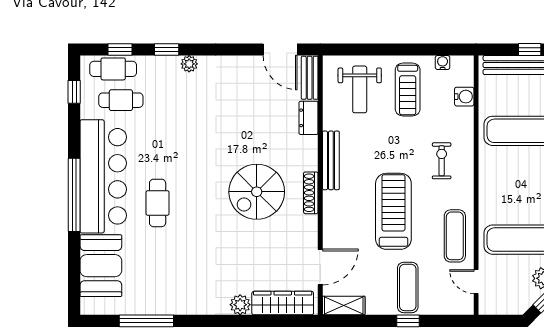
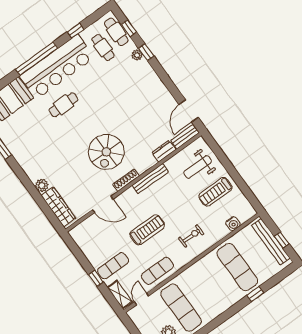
water cooler: (443, 62) -> (242, 200), removed
plant: (189, 64) -> (137, 55), moved
window: (74, 92) -> (76, 31), moved
spiral stairs: (257, 192) -> (106, 152), turned -90
treadmill: (393, 211) -> (147, 230), width x0.73, depth x0.73
door: (320, 267) -> (103, 204), moved
shelving: (344, 306) -> (120, 295), moved

